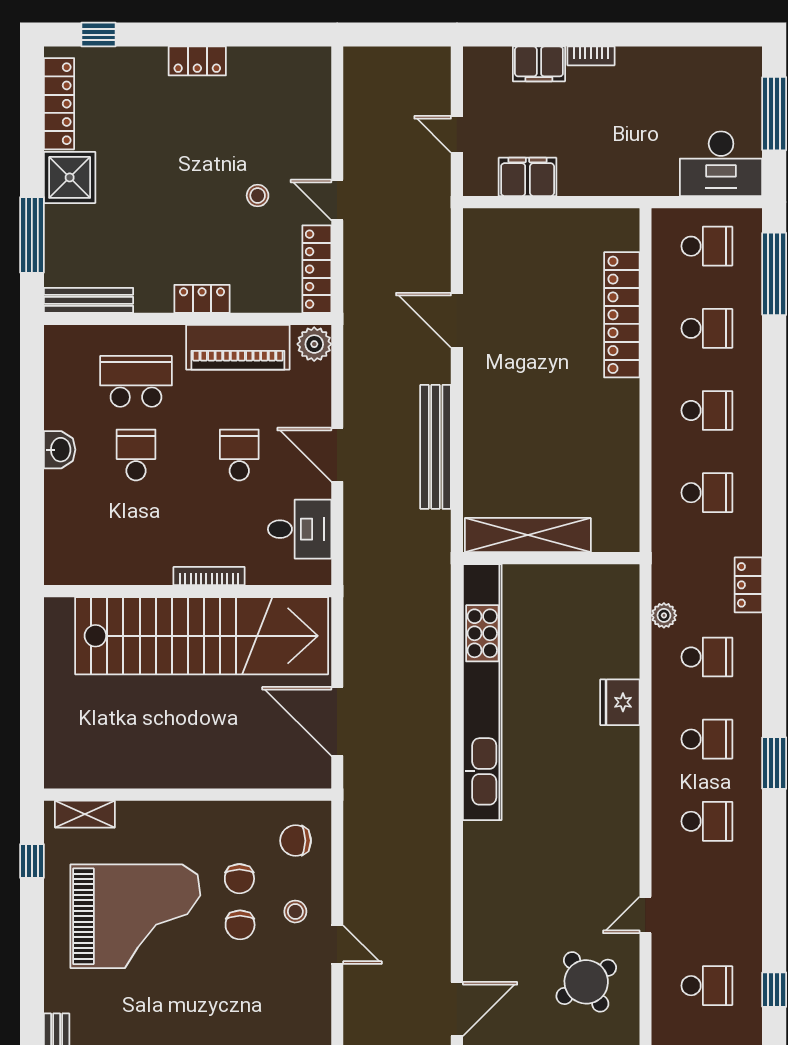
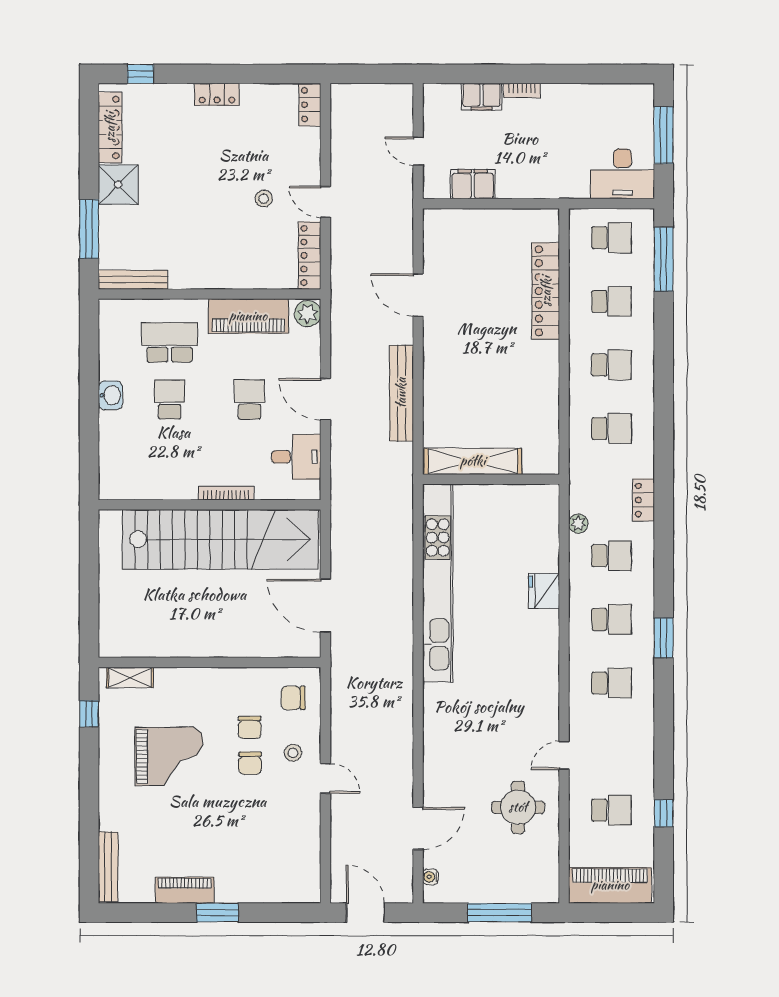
locker: (202, 299) -> (310, 105), moved, turned -90
grand piano: (135, 916) -> (169, 757), width x0.73, depth x0.68
round table: (586, 982) -> (518, 807), turned 33

